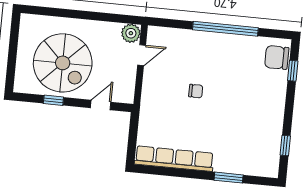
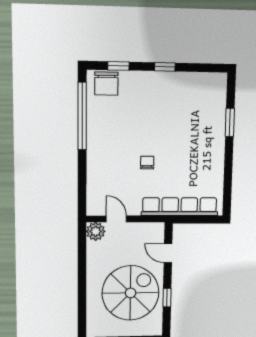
window: (225, 29) -> (82, 116), moved
window: (285, 145) -> (165, 67), moved
row of seats: (174, 159) -> (180, 207), moved, turned 90

